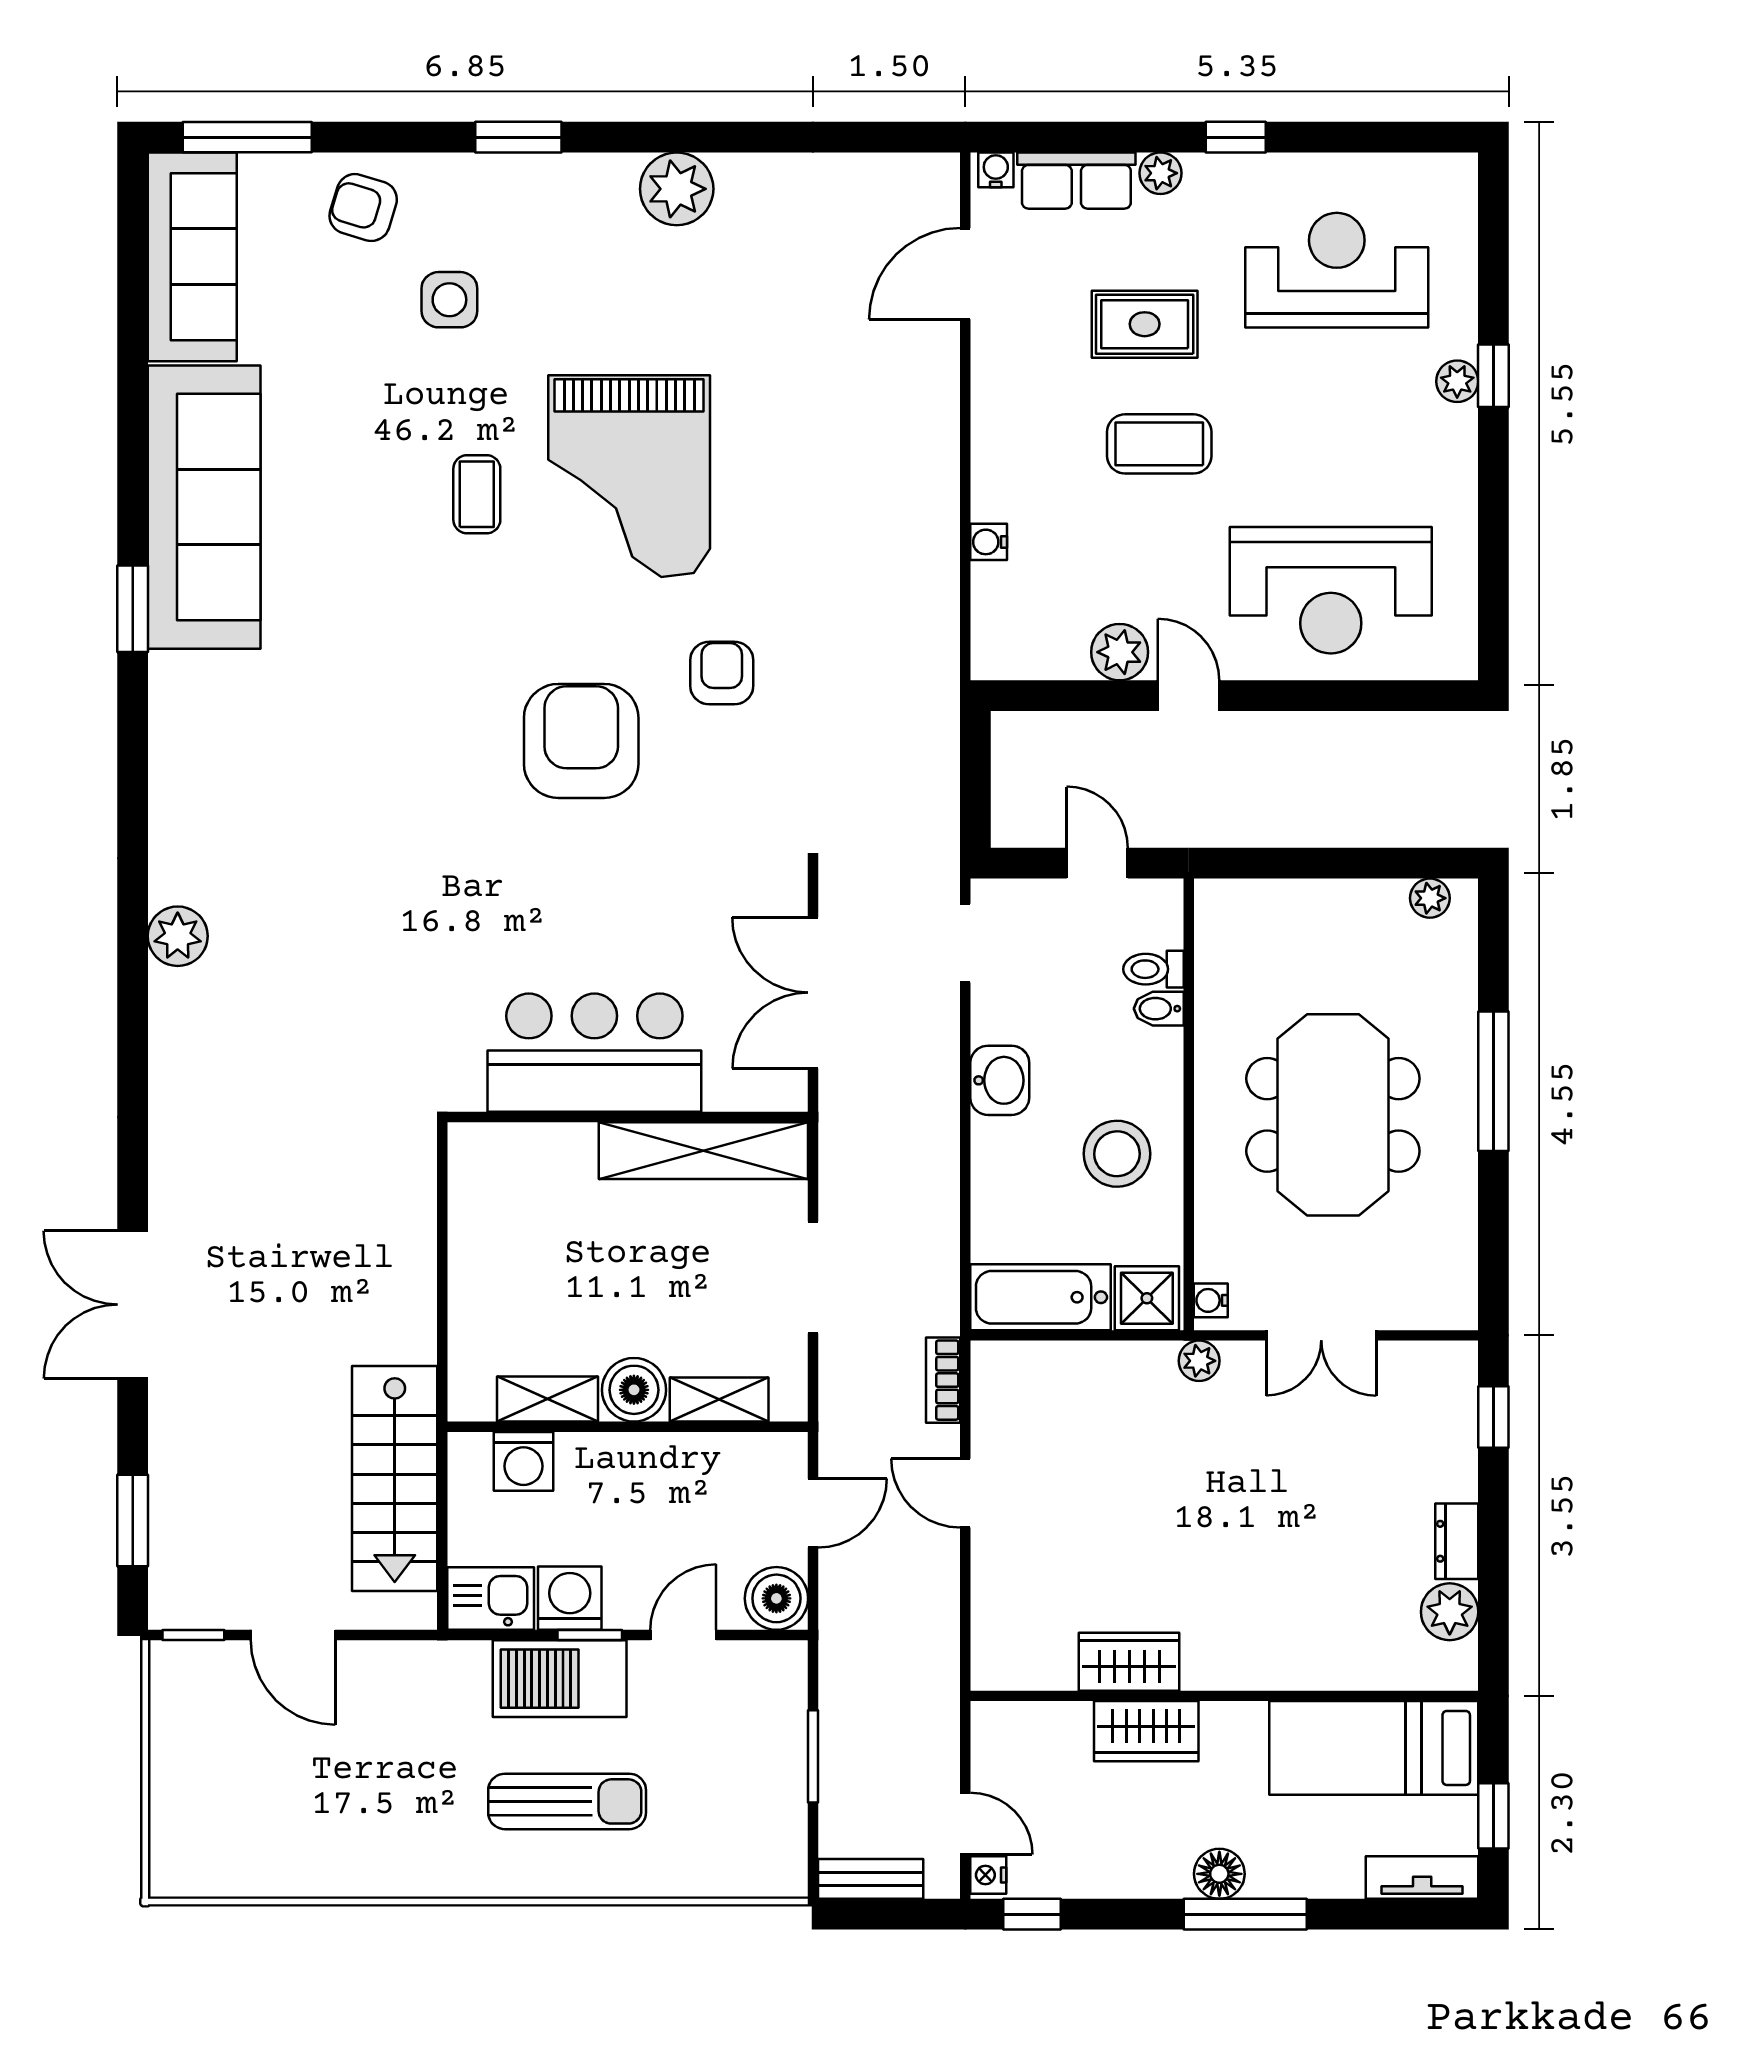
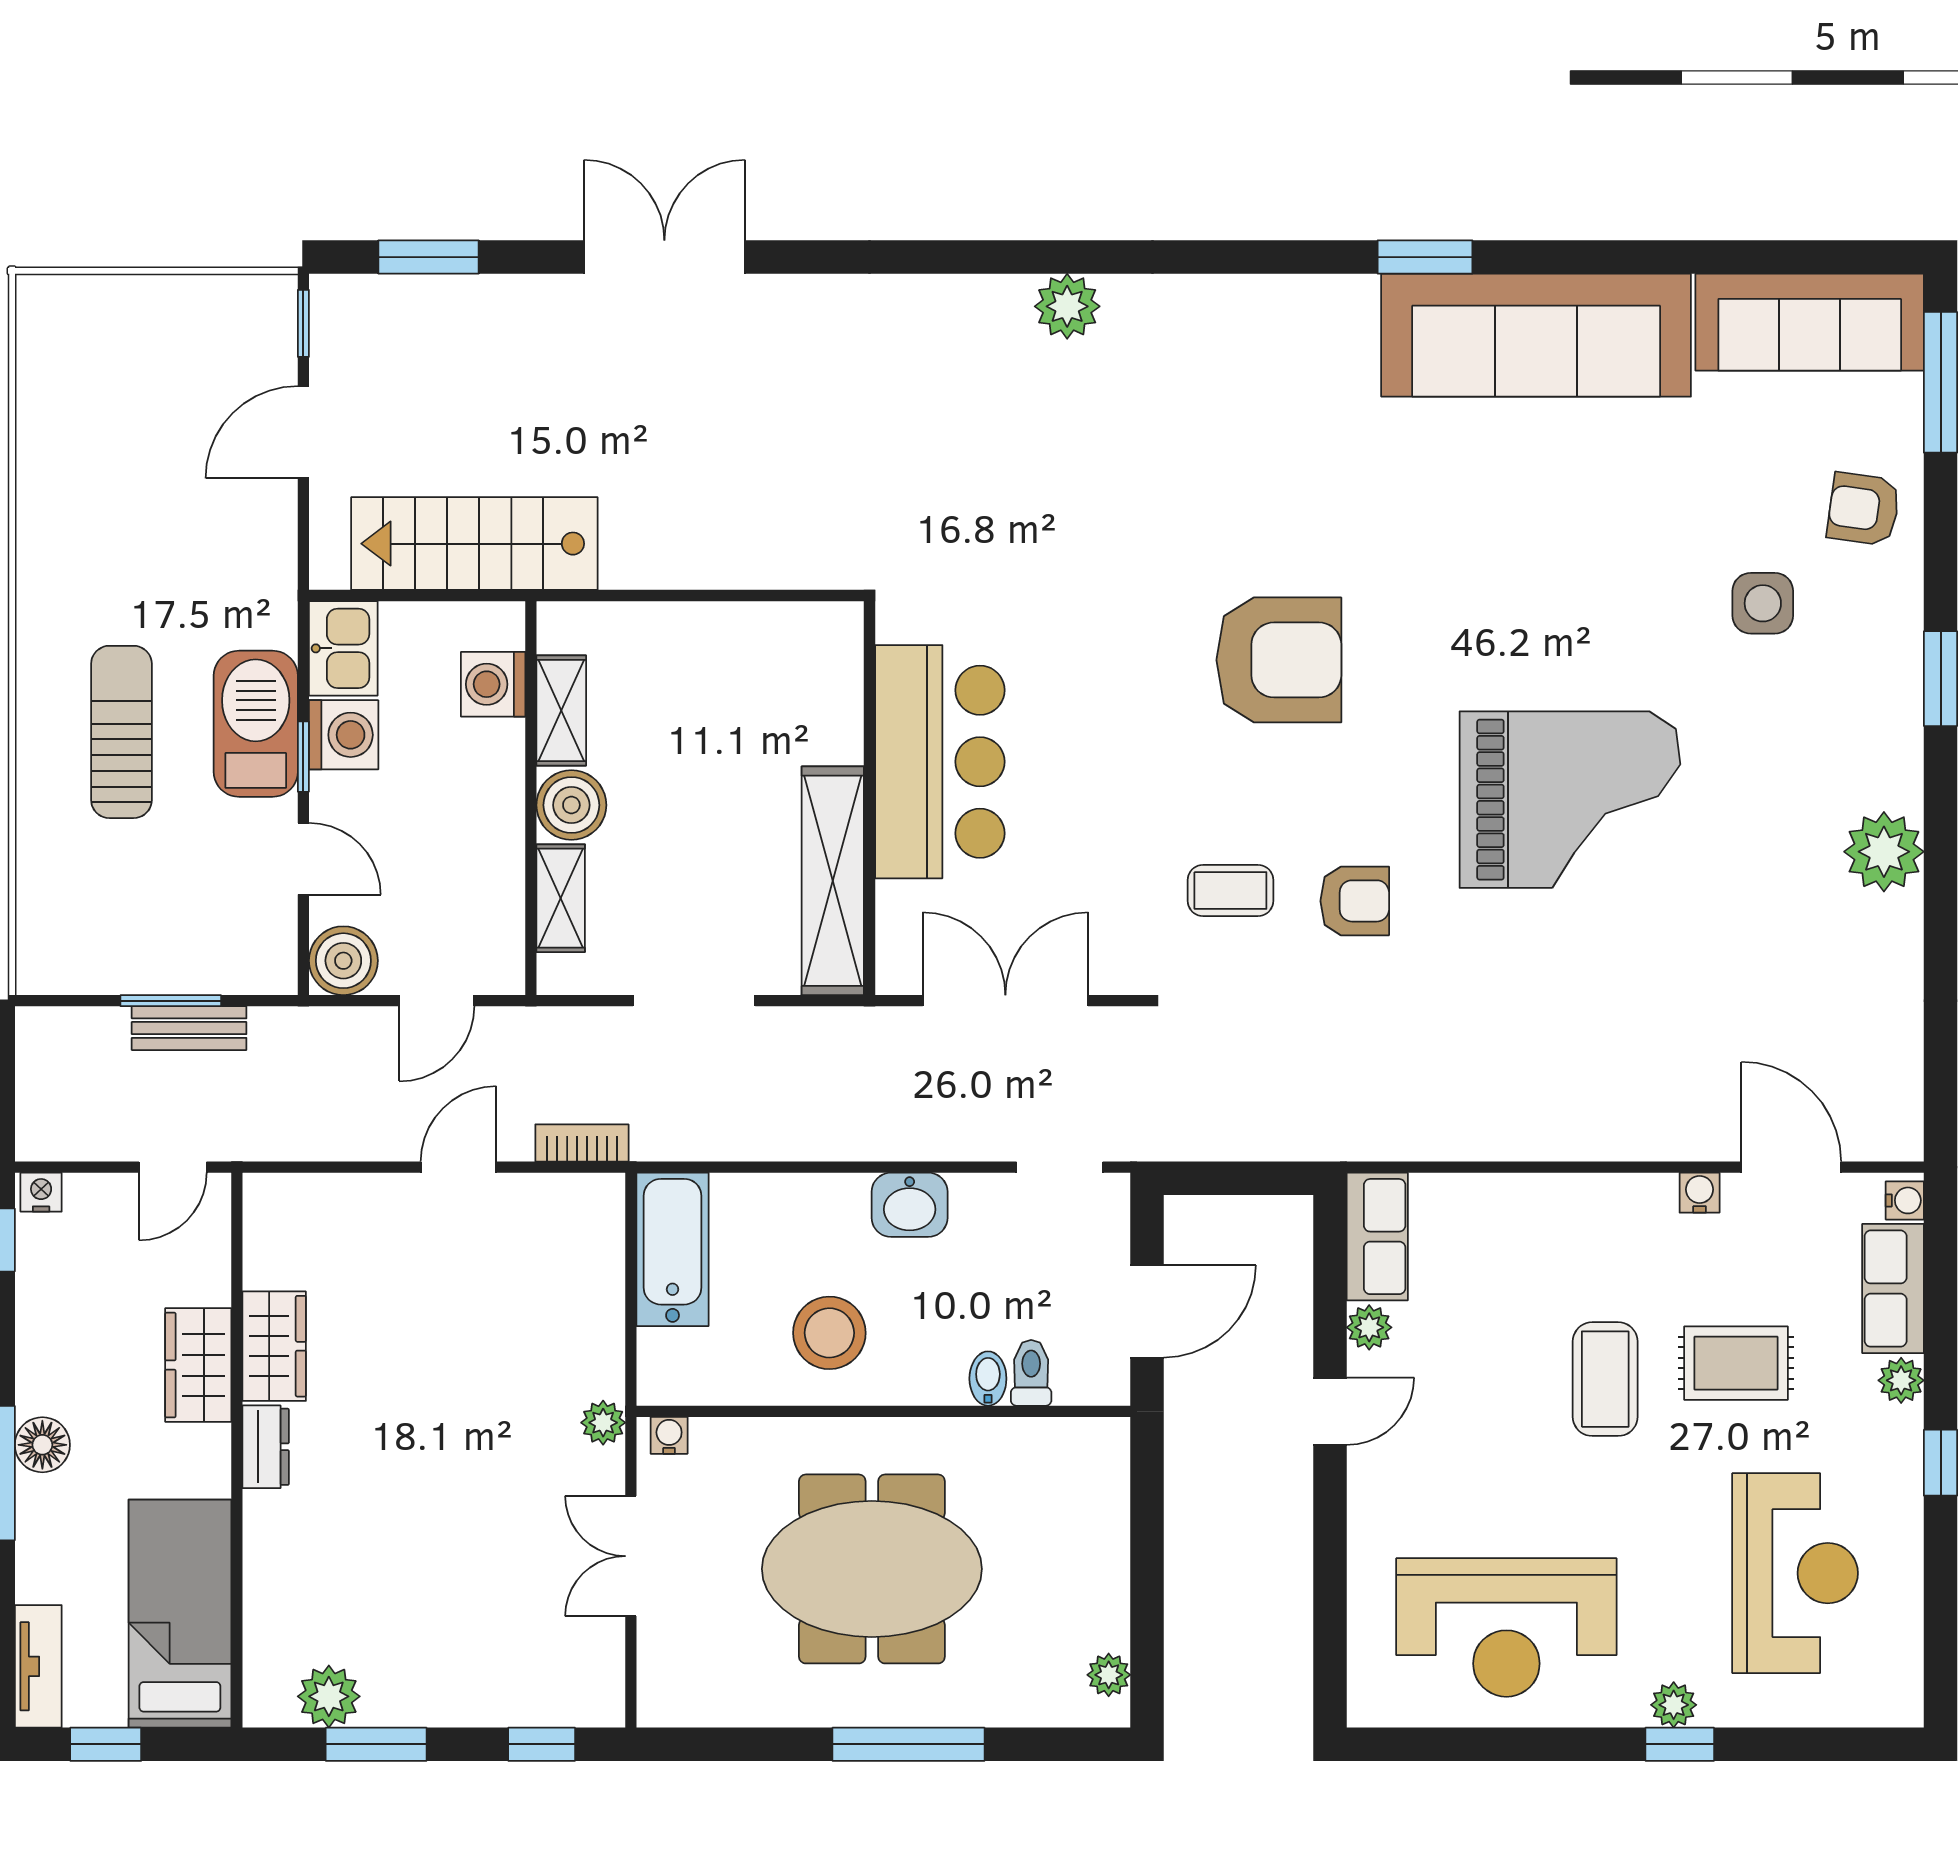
armchair: (363, 208) -> (1864, 509), turned -99
rug: (1145, 324) -> (1736, 1363), turned 90
grand piano: (629, 476) -> (1570, 800), turned 180
coffee table: (477, 494) -> (1230, 890), moved
water cooler: (989, 542) -> (1700, 1193), moved
reception desk: (1331, 590) -> (1506, 1627), moved, turned -90
row of seats: (1029, 652) -> (1377, 1237), added
plant: (1120, 652) -> (1369, 1327), width x0.73, depth x0.73
armchair: (581, 741) -> (1279, 660), moved
door: (1097, 863) -> (1147, 1311), width x1.38
shower: (1147, 1298) -> (671, 1366), removed
door: (813, 1513) -> (437, 1001), hinge flipped
dresser: (1457, 1541) -> (266, 1447), moved, turned 90
window: (1493, 1568) -> (376, 1744), added
sun lounger: (567, 1801) -> (121, 732), turned 180
door: (965, 1824) -> (173, 1167), moved
bench: (871, 1879) -> (189, 1028), moved, turned 90

